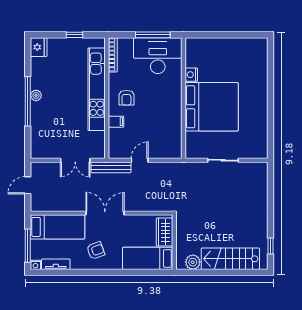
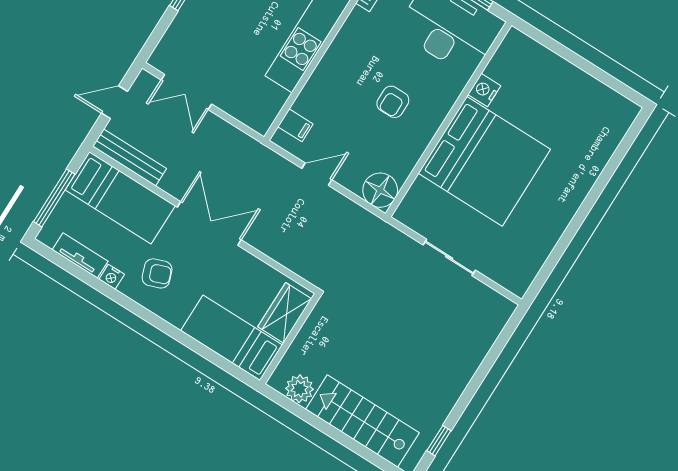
armchair: (126, 98) -> (393, 102), moved
filing cabinet: (116, 122) -> (295, 125), moved
floor lamp: (173, 149) -> (380, 190), added
double door: (75, 160) -> (186, 92), moved
bench: (111, 167) -> (130, 157), moved
nightstand: (35, 265) -> (112, 277), moved

